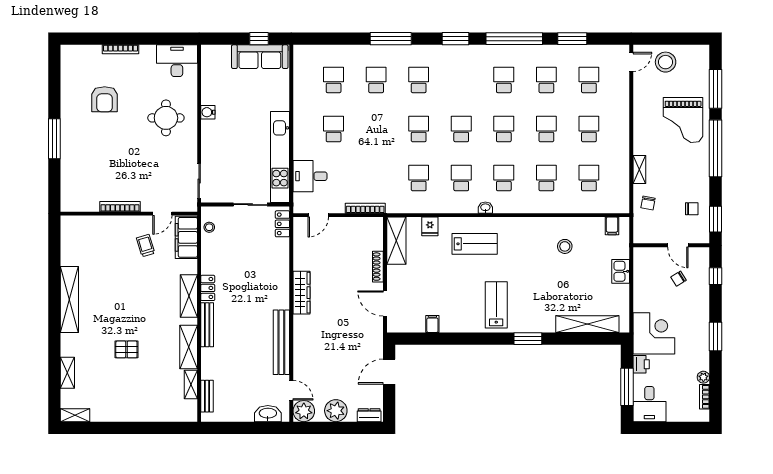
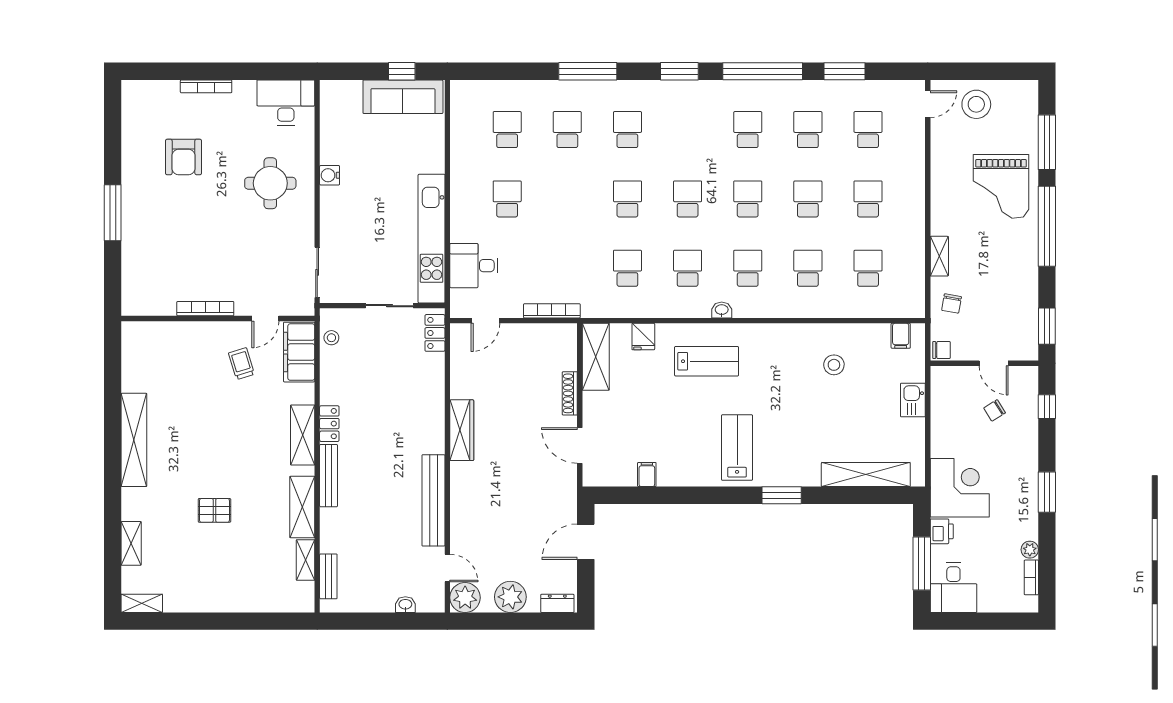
chair: (692, 209) -> (941, 350), moved
washbasin: (268, 414) -> (405, 605), width x0.52, depth x0.69

